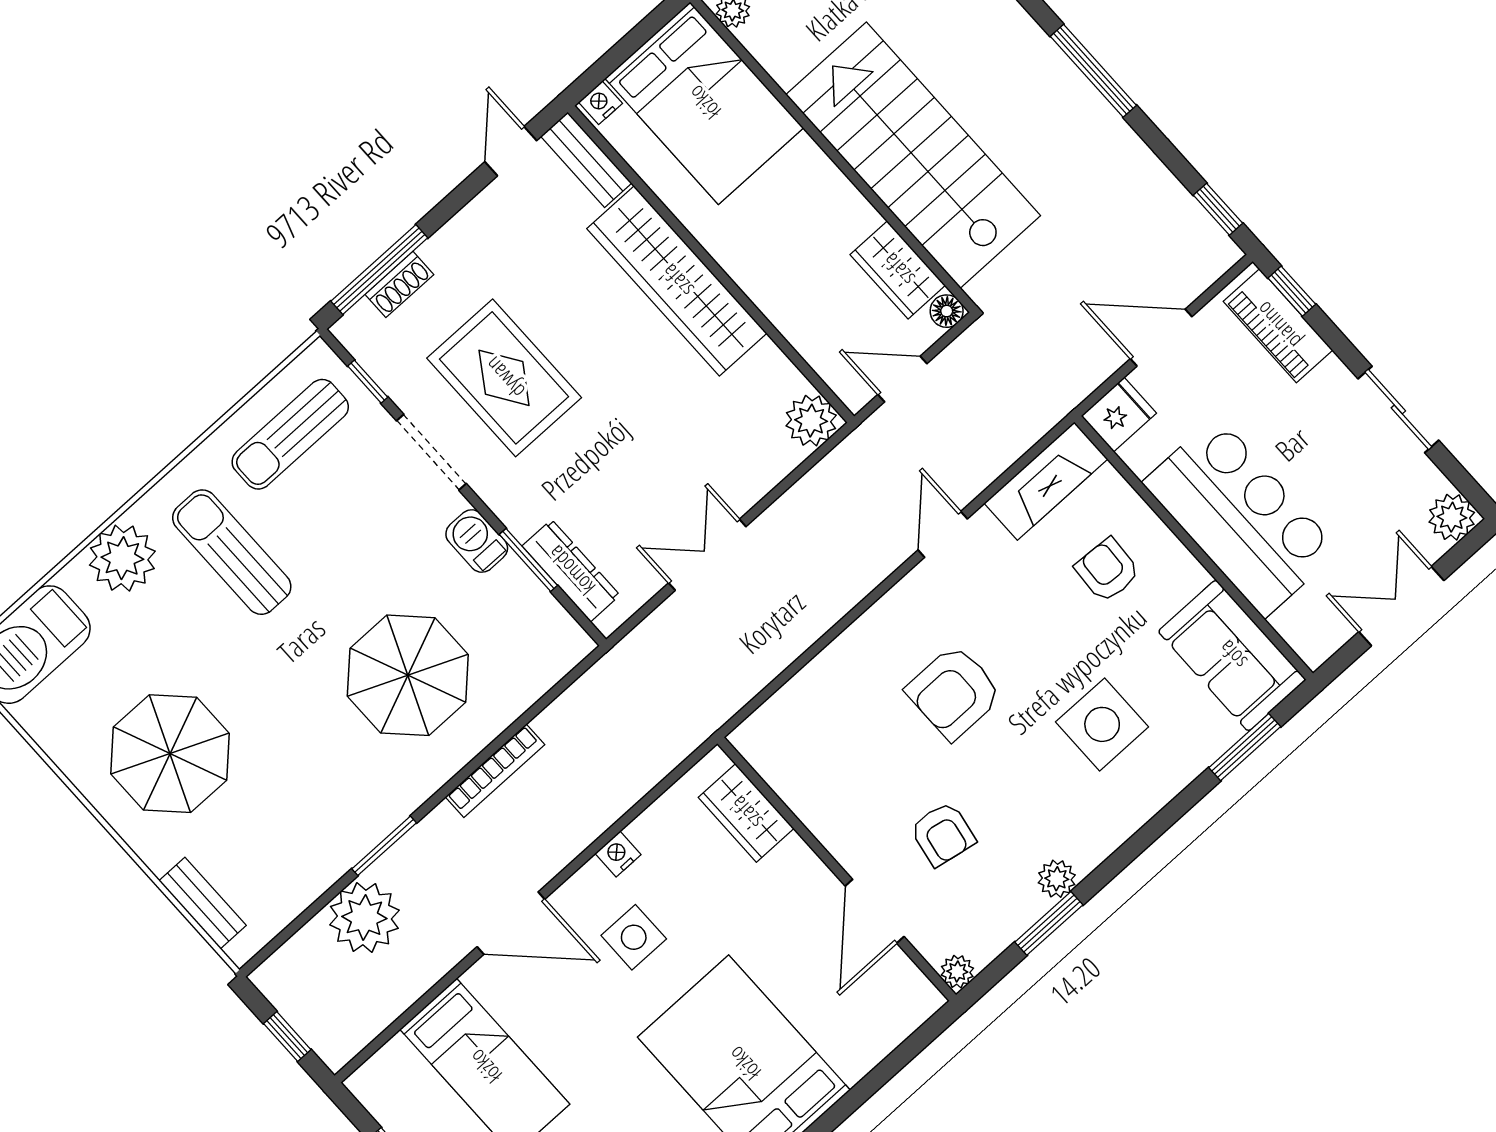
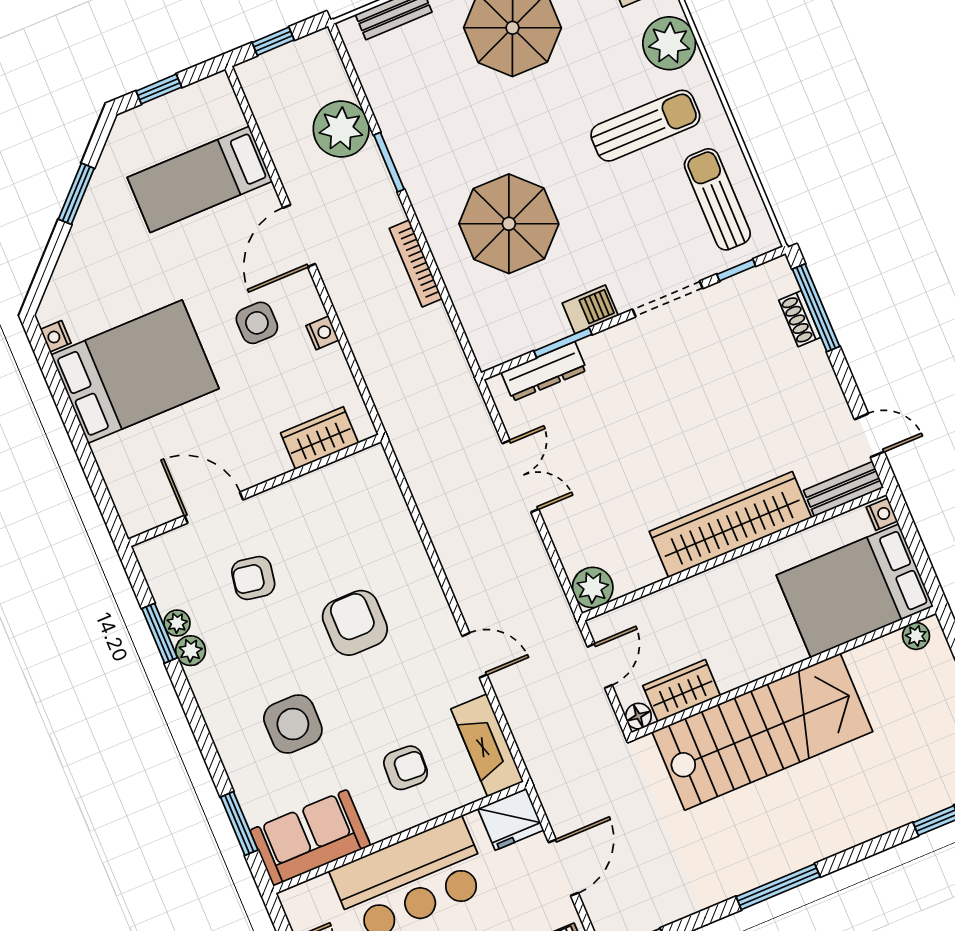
rug: (504, 378) -> (704, 372), removed
fridge: (1119, 415) -> (511, 819), width x1.38
plant: (957, 972) -> (177, 623), moved

